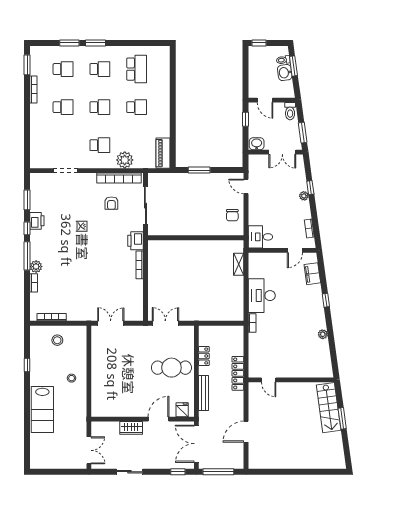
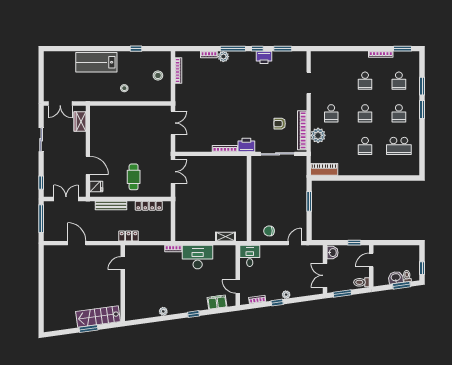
window: (259, 43) -> (422, 268), moved
window: (310, 188) -> (277, 303), moved
locker: (204, 356) -> (149, 206), width x1.53
cafe table: (171, 368) -> (134, 177), width x0.73, depth x0.74
locker: (238, 373) -> (129, 236), width x0.66
wardrobe: (131, 428) -> (80, 122), moved
double door: (196, 444) -> (66, 199), width x0.73

